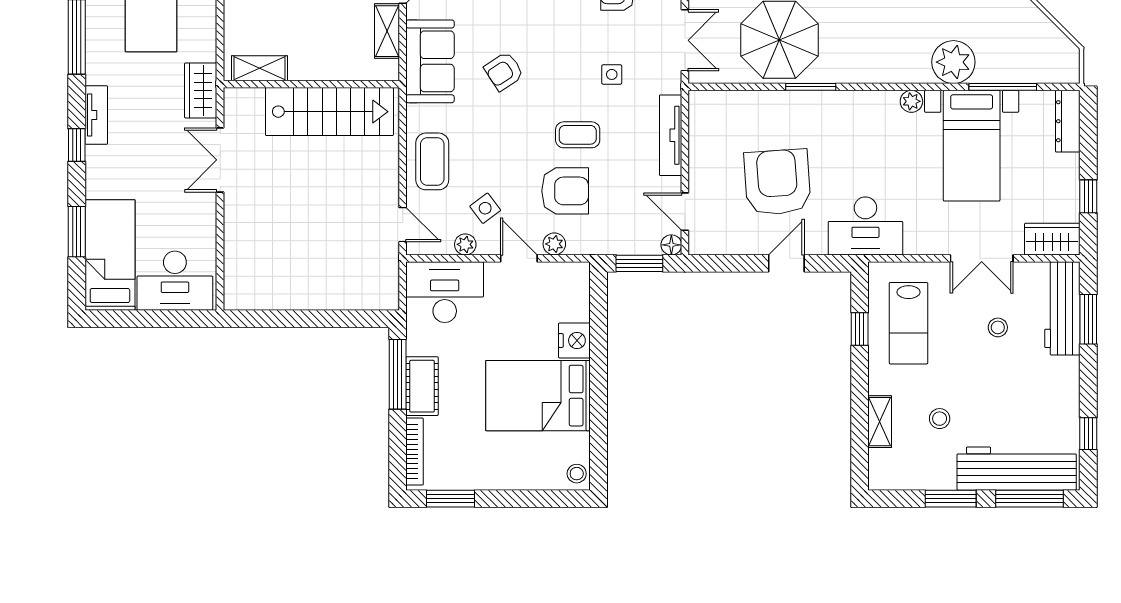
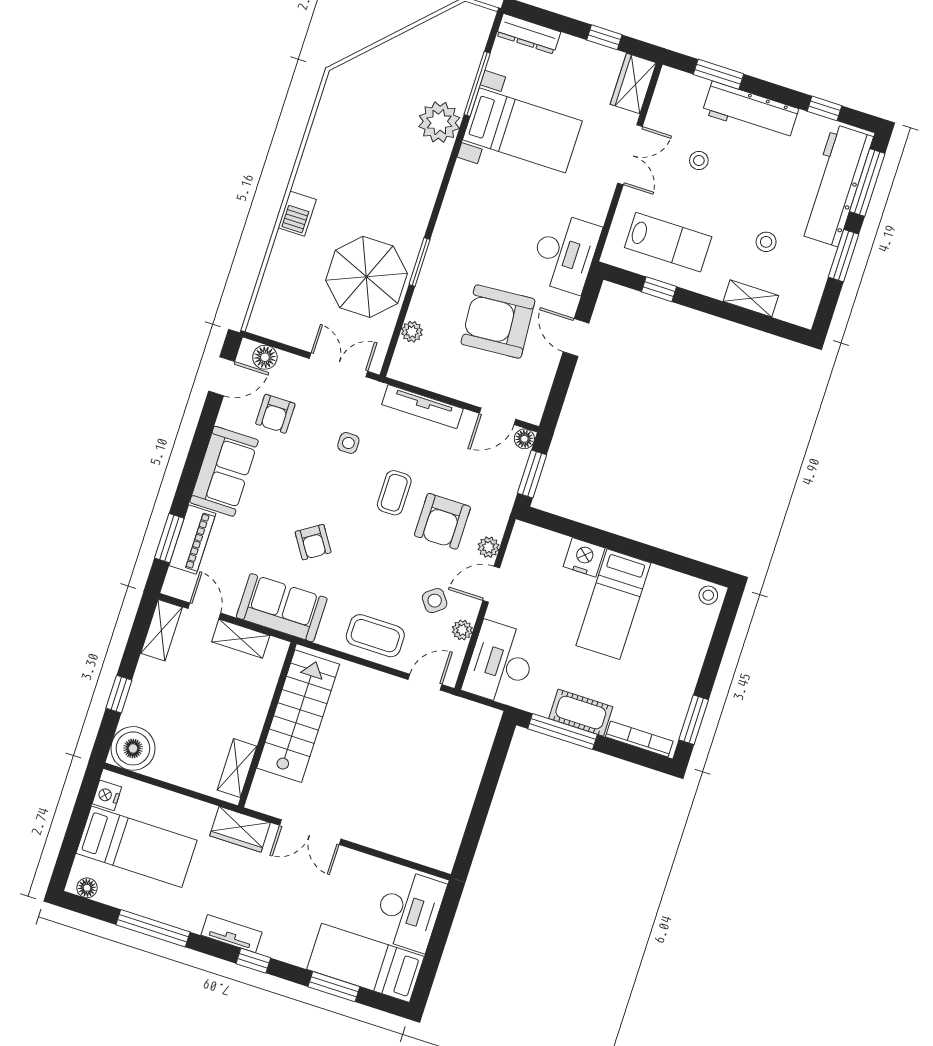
plant: (911, 101) -> (412, 332), moved
armchair: (565, 191) -> (442, 521), turned 180
workbench: (1062, 308) -> (750, 111), moved
bed: (538, 396) -> (613, 604), width x0.67

